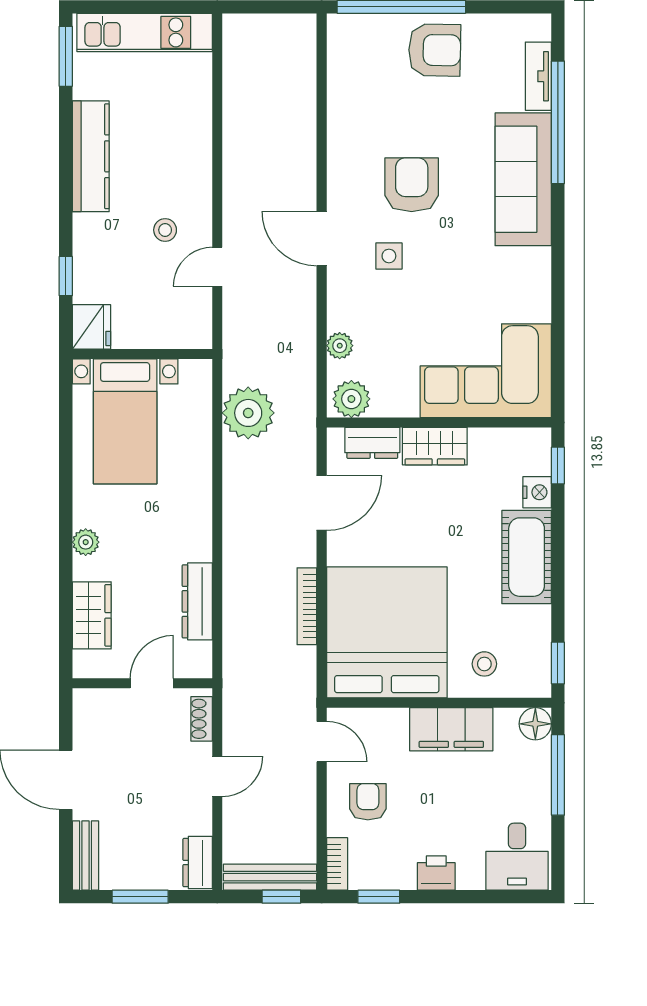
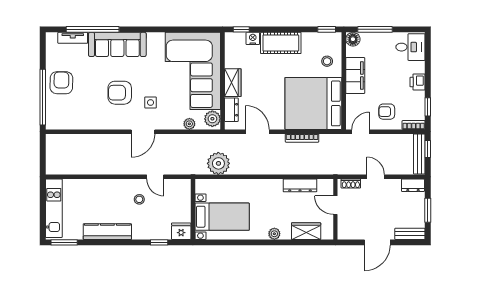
corner sofa: (486, 371) -> (193, 71), width x1.36, depth x1.36

